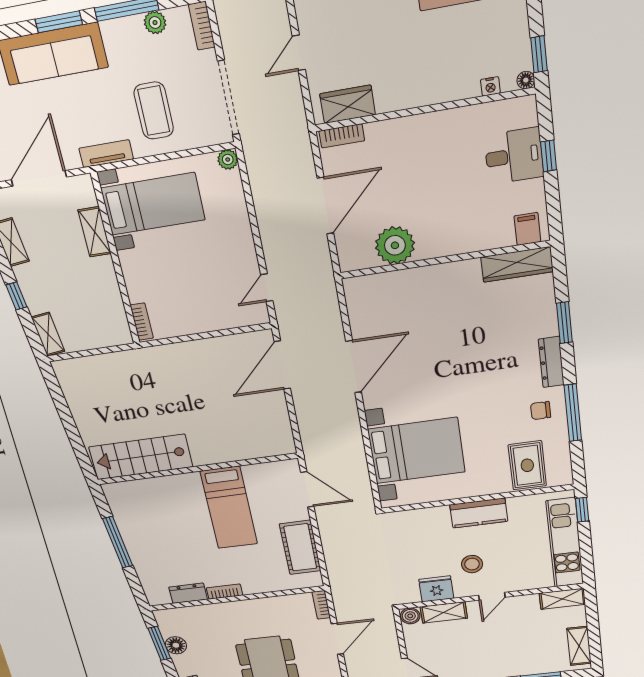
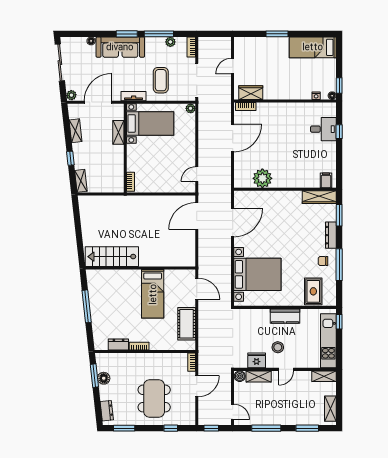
filing cabinet: (527, 229) -> (326, 180), moved
plant: (395, 245) -> (262, 178), moved
wall: (444, 260) -> (285, 189), moved
wardrobe: (517, 264) -> (319, 197), moved

